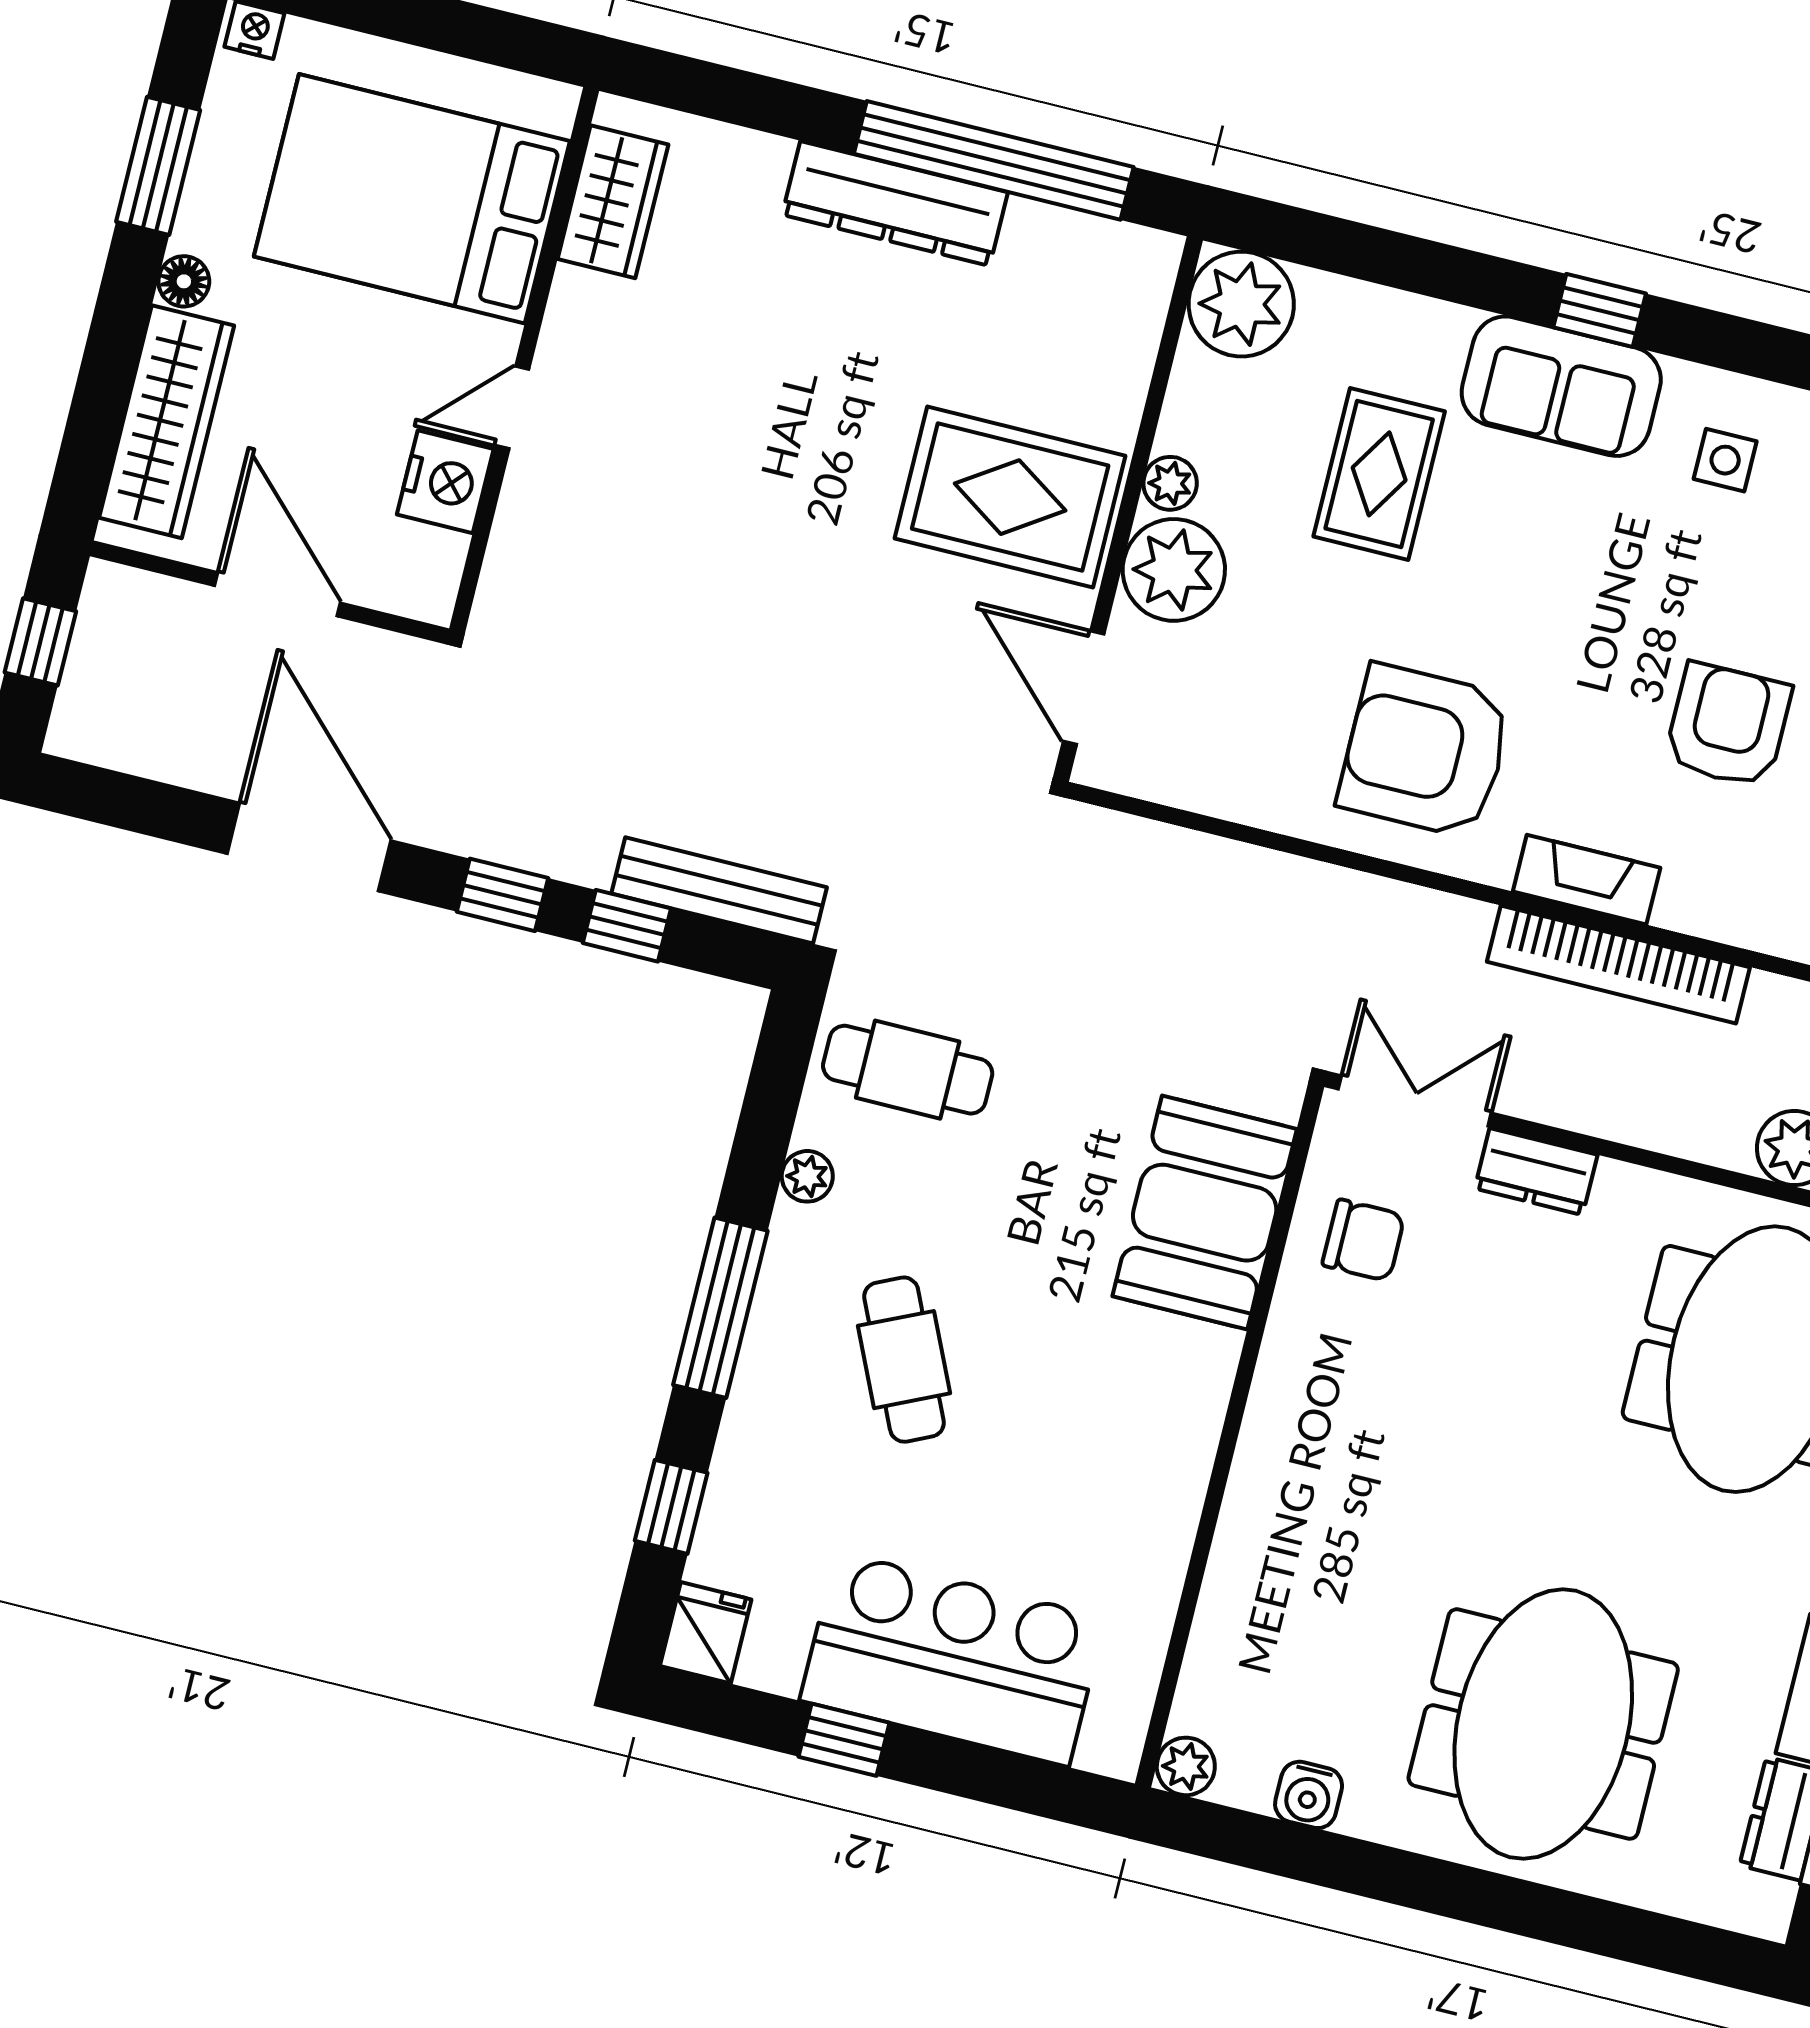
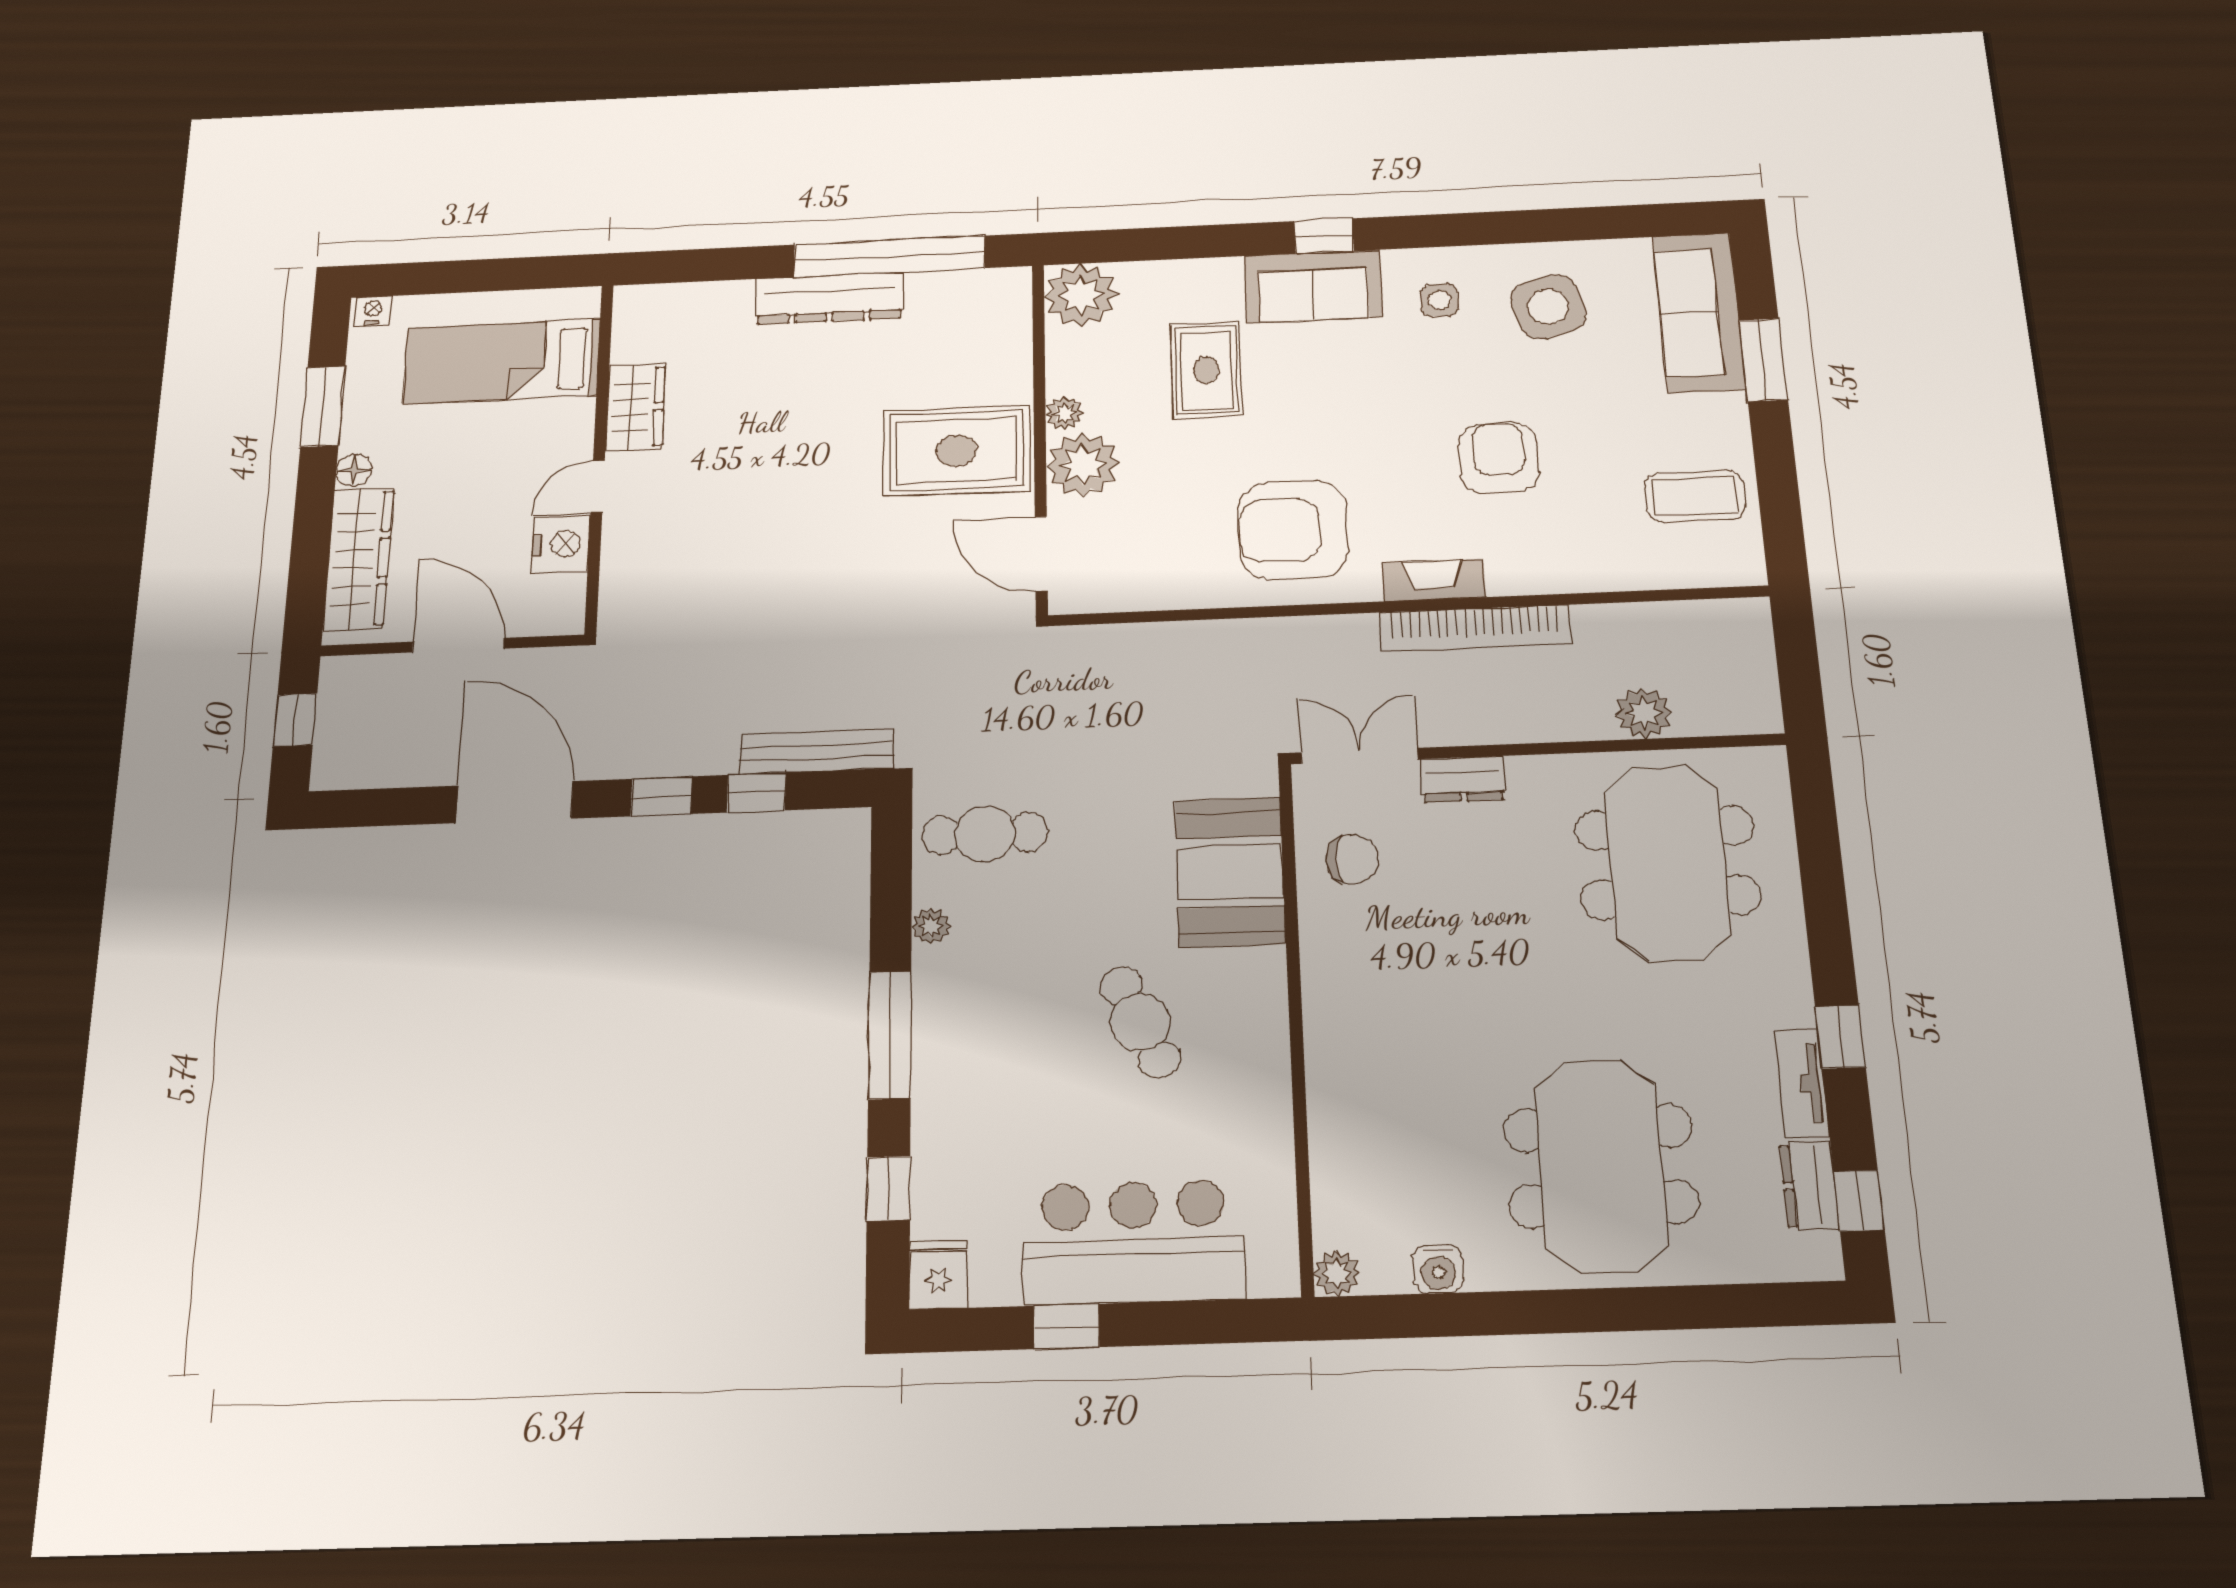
bed: (412, 199) -> (502, 362), width x0.67
wardrobe: (613, 202) -> (635, 407), moved
cafe table: (904, 1360) -> (1140, 1022), moved

